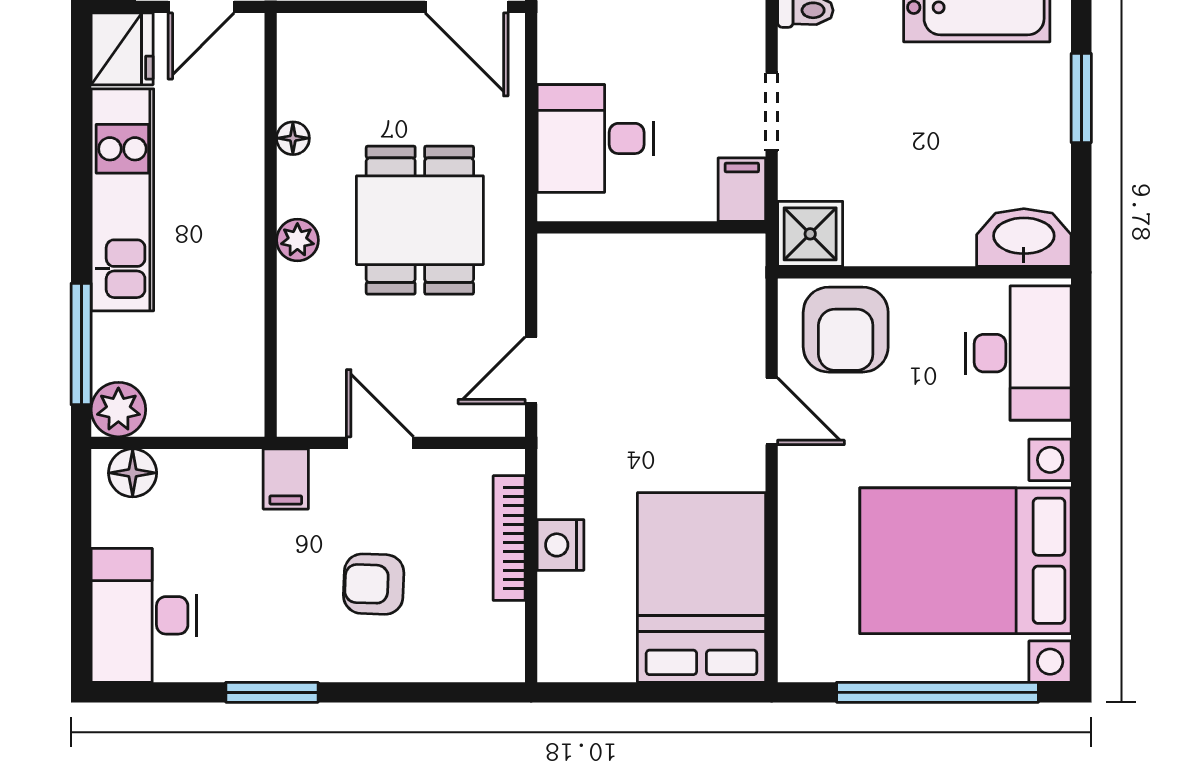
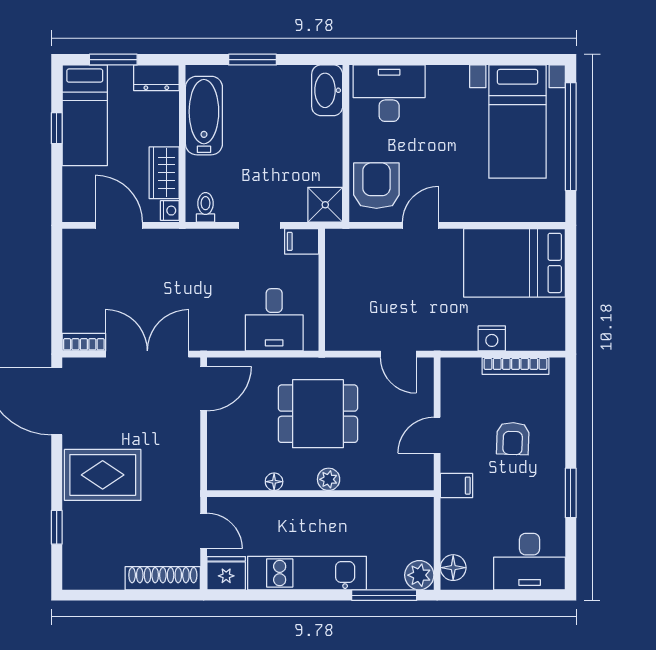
armchair: (846, 330) -> (376, 186), turned -90
bookcase: (509, 538) -> (515, 366), moved
bed with nightstands: (965, 561) -> (518, 122), width x0.73

